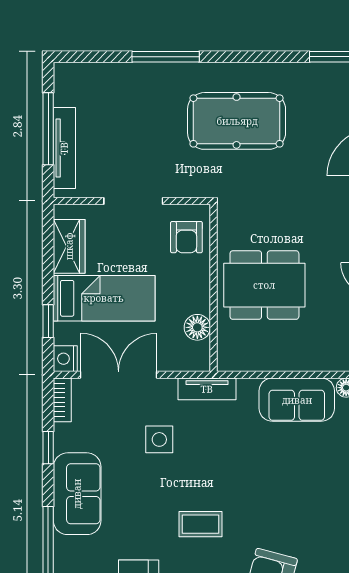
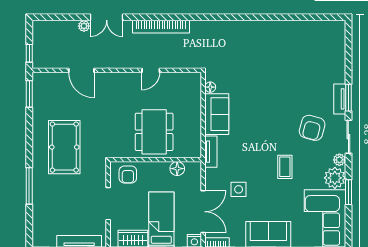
armchair: (186, 237) -> (128, 175), turned 90
double door: (119, 375) -> (203, 212), swing flipped
tv unit: (207, 389) -> (211, 152), moved

